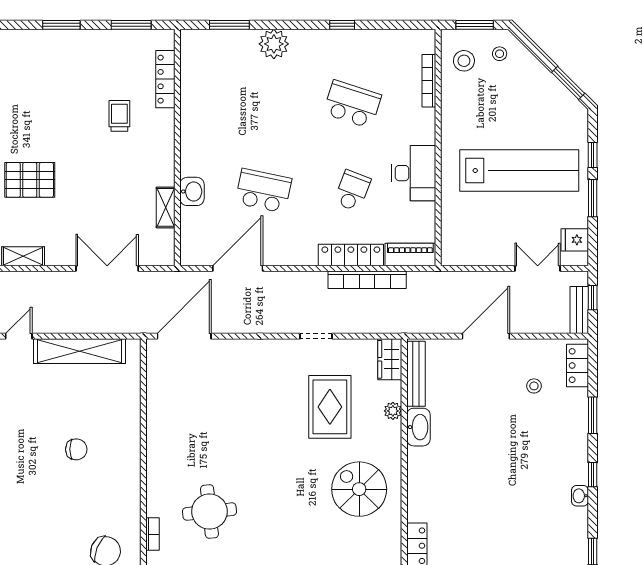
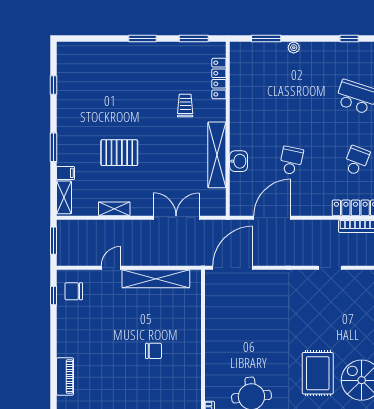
plant: (274, 44) -> (294, 48), width x0.53, depth x0.53
school desk: (263, 191) -> (291, 161), width x0.54
shelving: (166, 207) -> (217, 155), width x2.20, depth x1.33
rug: (330, 407) -> (318, 373), moved

